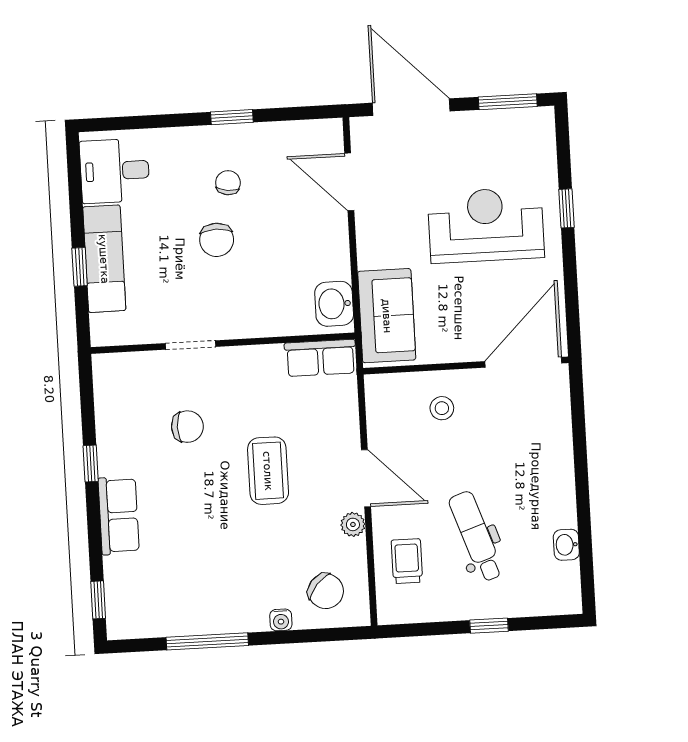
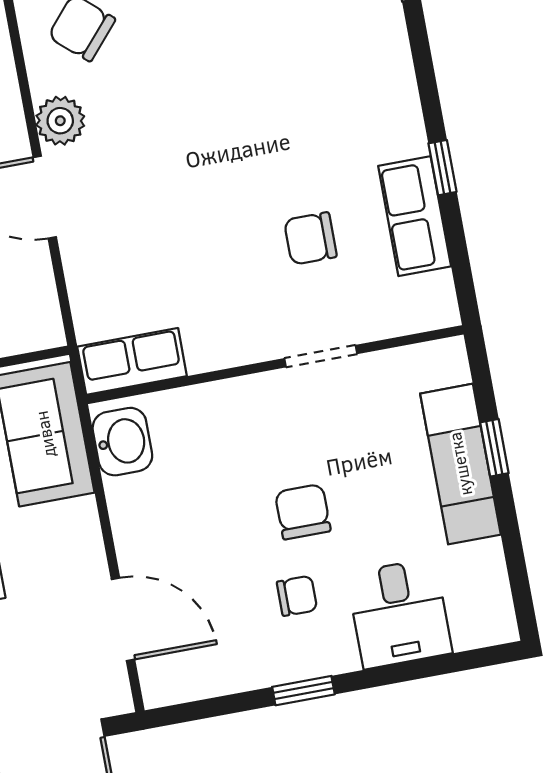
desk: (115, 171) -> (399, 613), moved, turned 90
chair: (228, 183) -> (297, 596), turned -98
coffee table: (268, 471) -> (187, 190), removed
row of seats: (119, 516) -> (415, 216), moved
plant: (353, 524) -> (60, 121), width x1.38, depth x1.38

